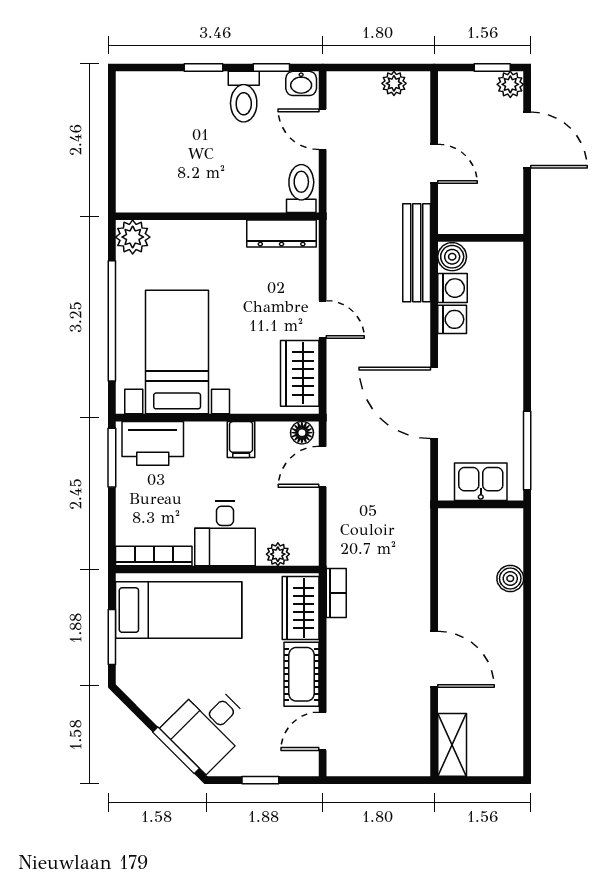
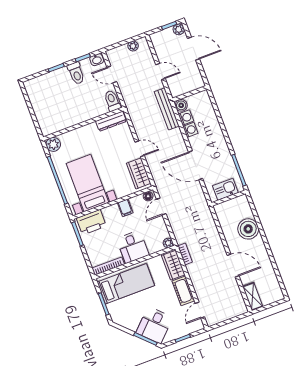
plant: (278, 554) -> (168, 243), moved
boiler: (510, 578) -> (248, 229), width x1.86, depth x1.86

